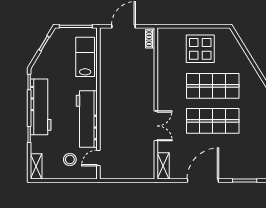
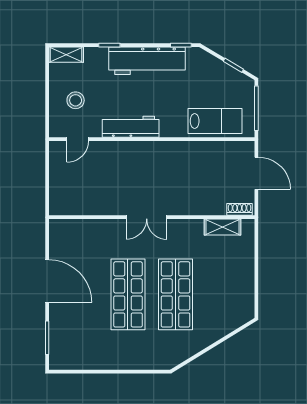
display table: (200, 49) -> (226, 277), removed
workbench: (87, 119) -> (131, 127), width x0.73, depth x0.76
double door: (156, 126) -> (147, 217), moved
door: (98, 158) -> (78, 139), swing flipped
shelving: (163, 166) -> (222, 227), moved

